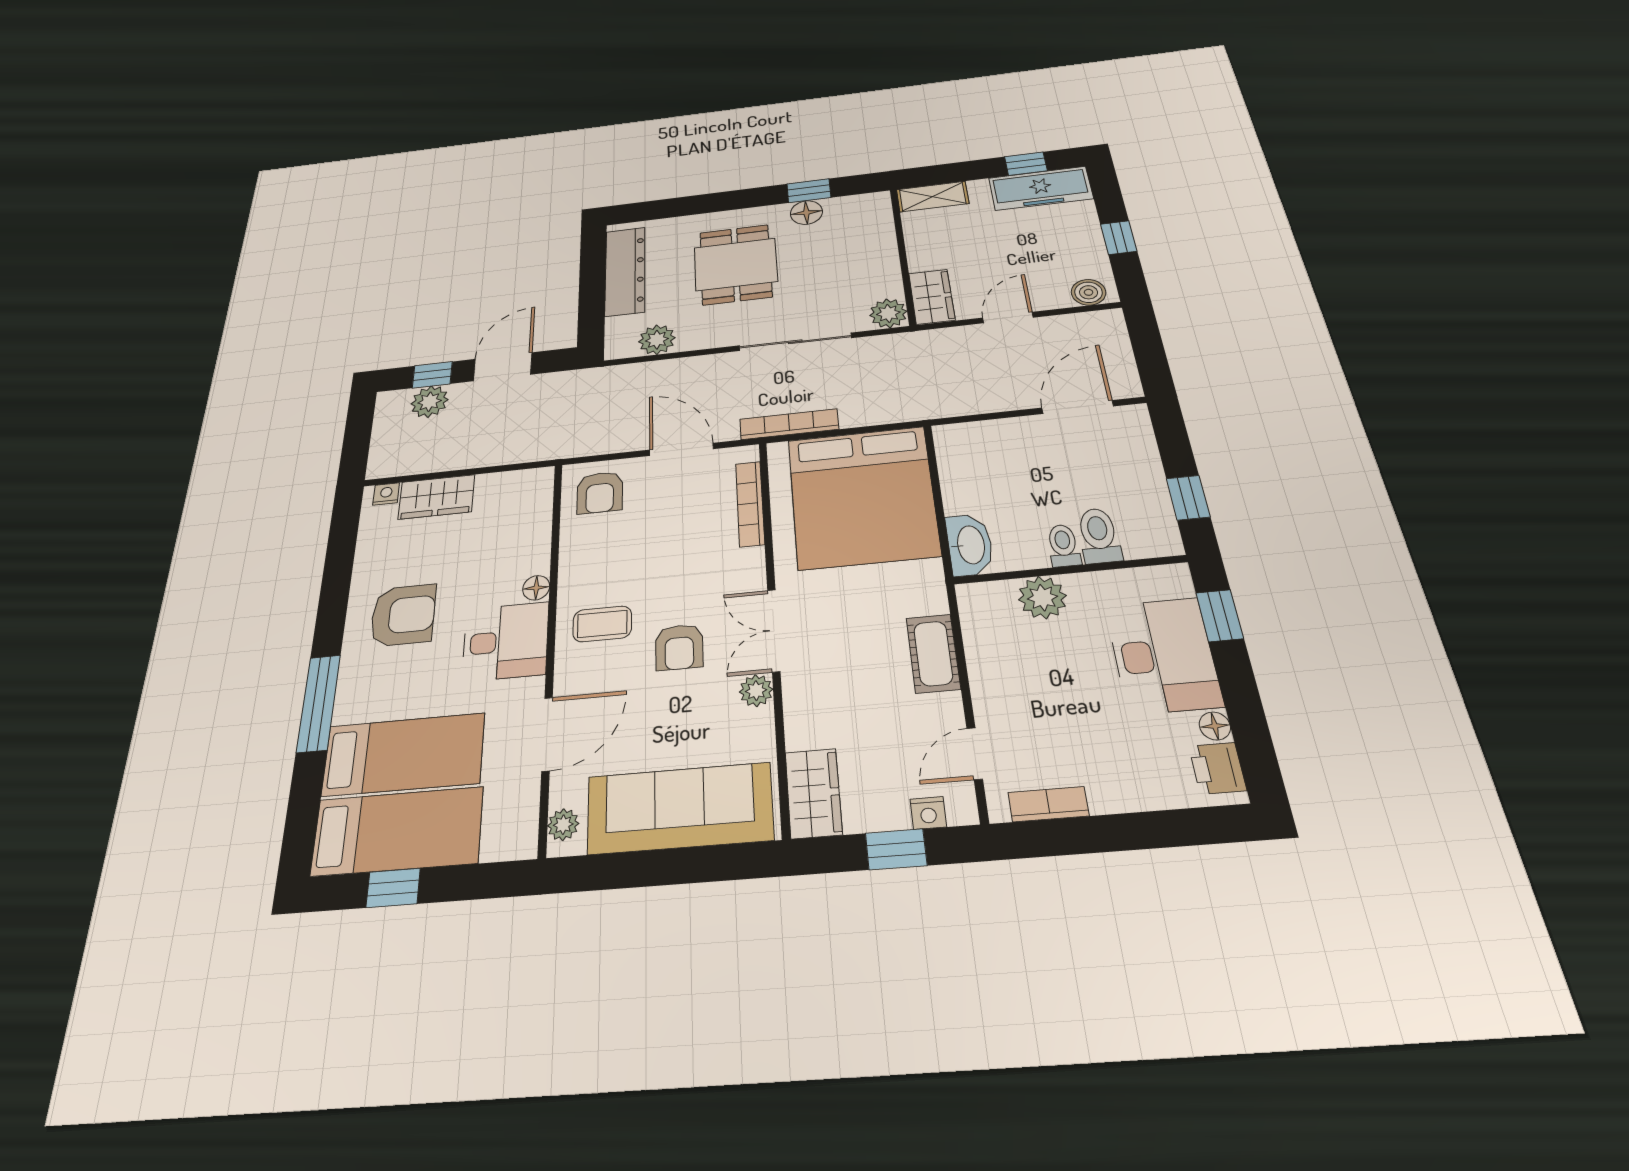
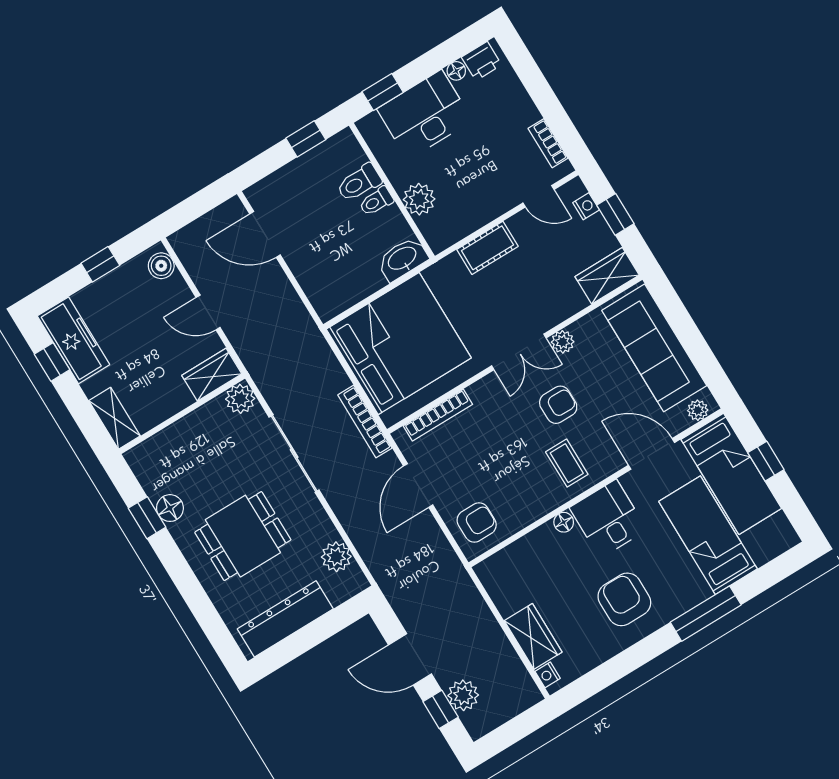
bed: (397, 831) -> (731, 474), moved, turned 180
window: (393, 888) -> (766, 461), moved

